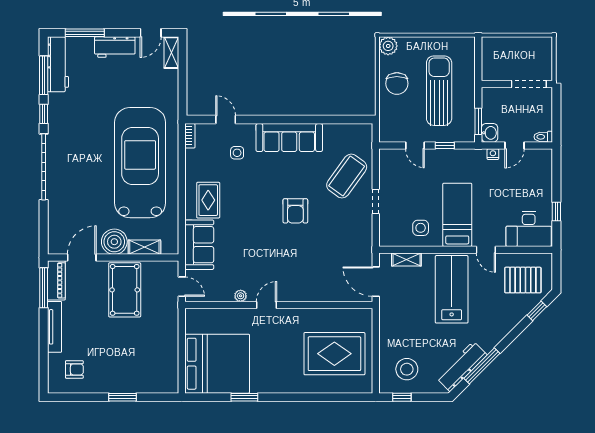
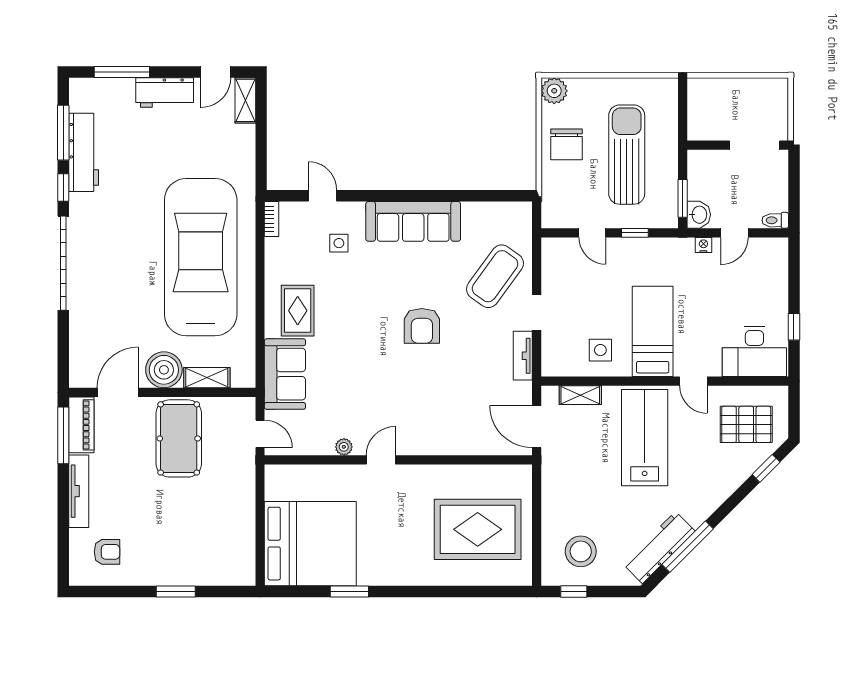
workbench: (58, 64) -> (84, 152), moved
tv unit: (366, 232) -> (523, 356), added

